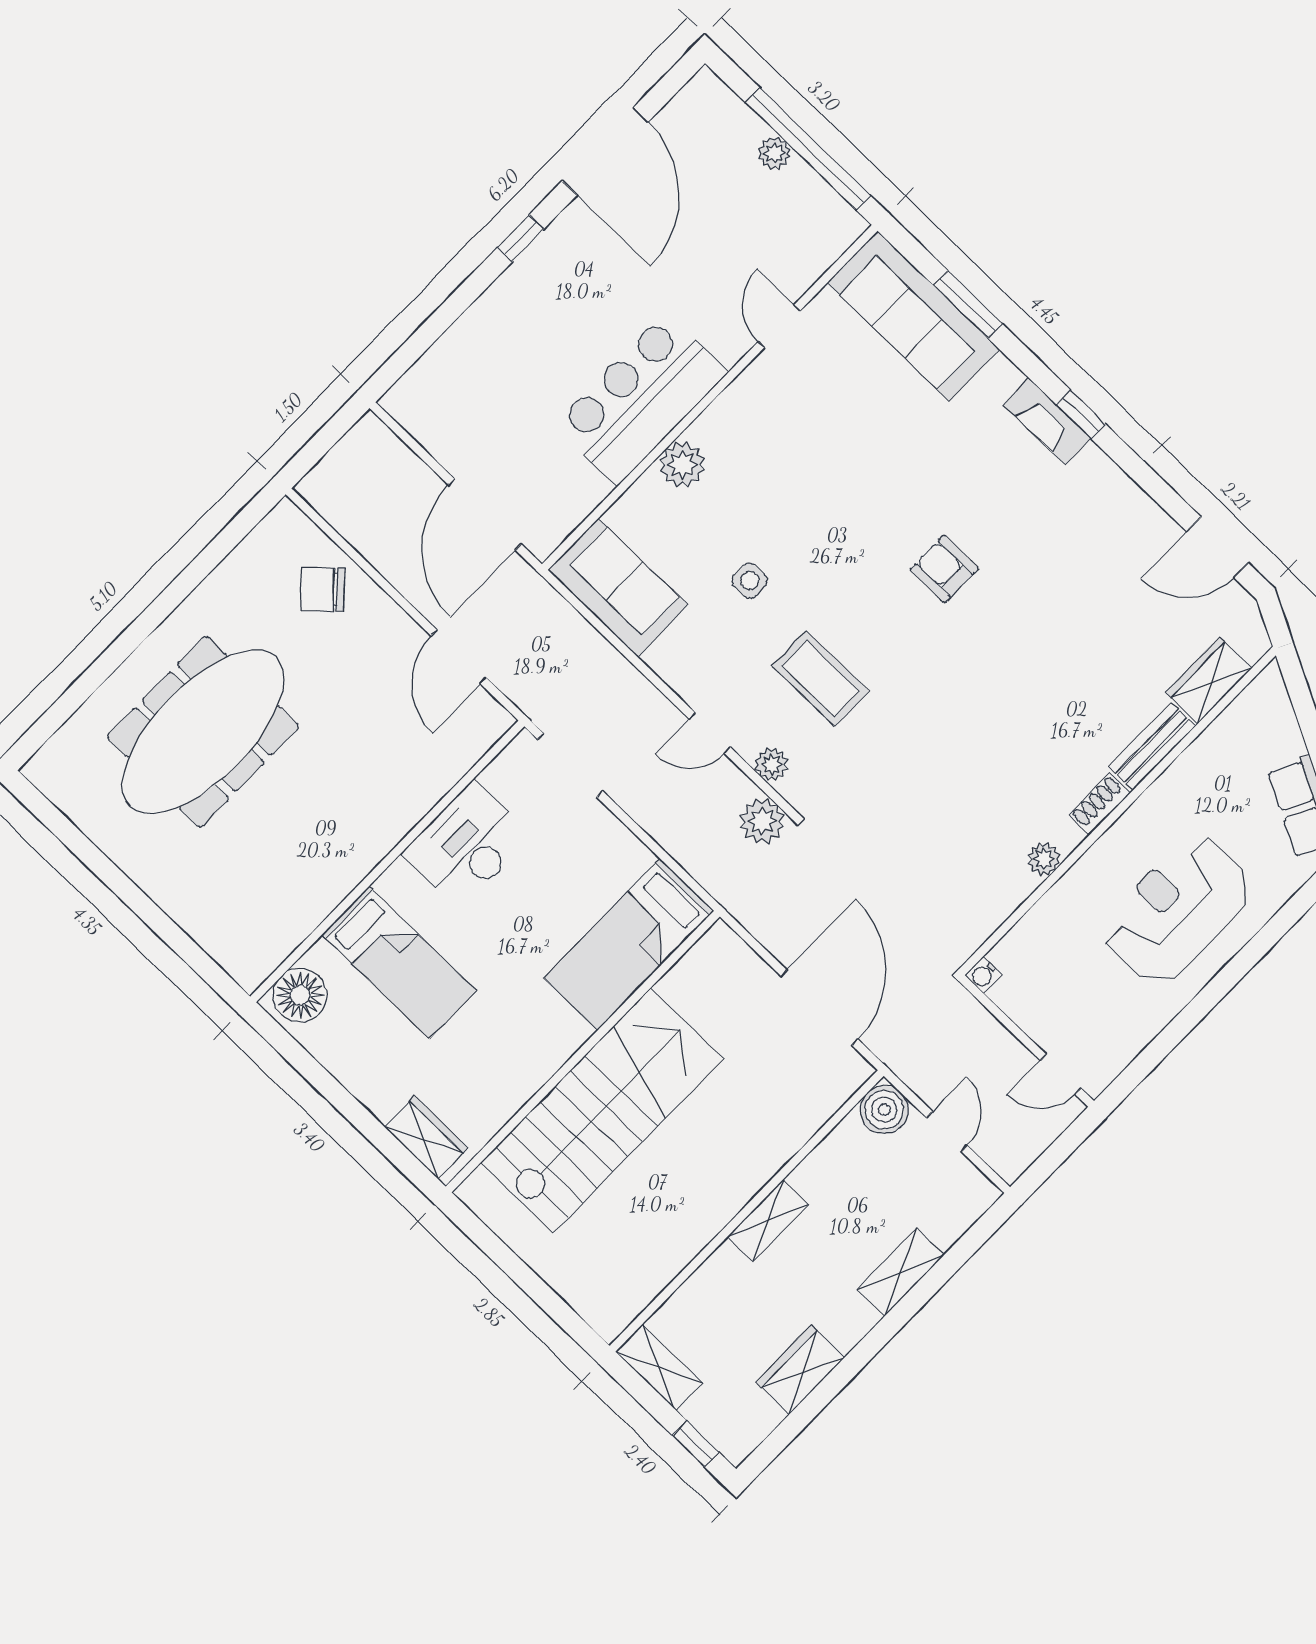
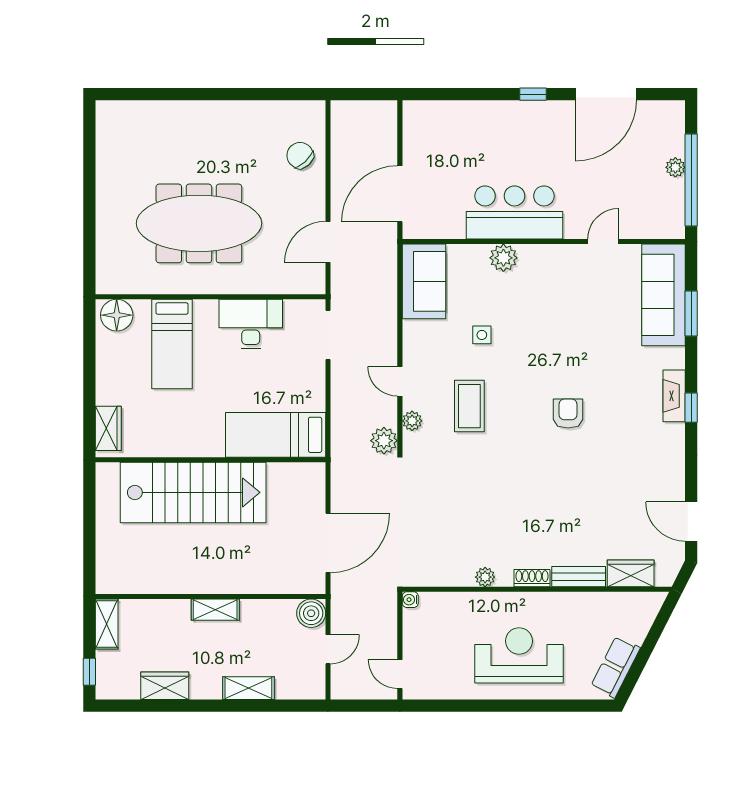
meeting table: (203, 732) -> (199, 223), moved

